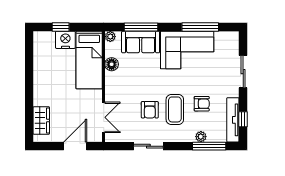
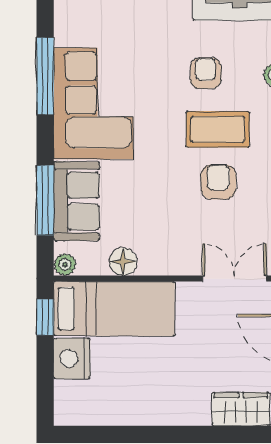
window: (61, 27) -> (45, 317), moved
armchair: (150, 110) -> (218, 182), turned -90

